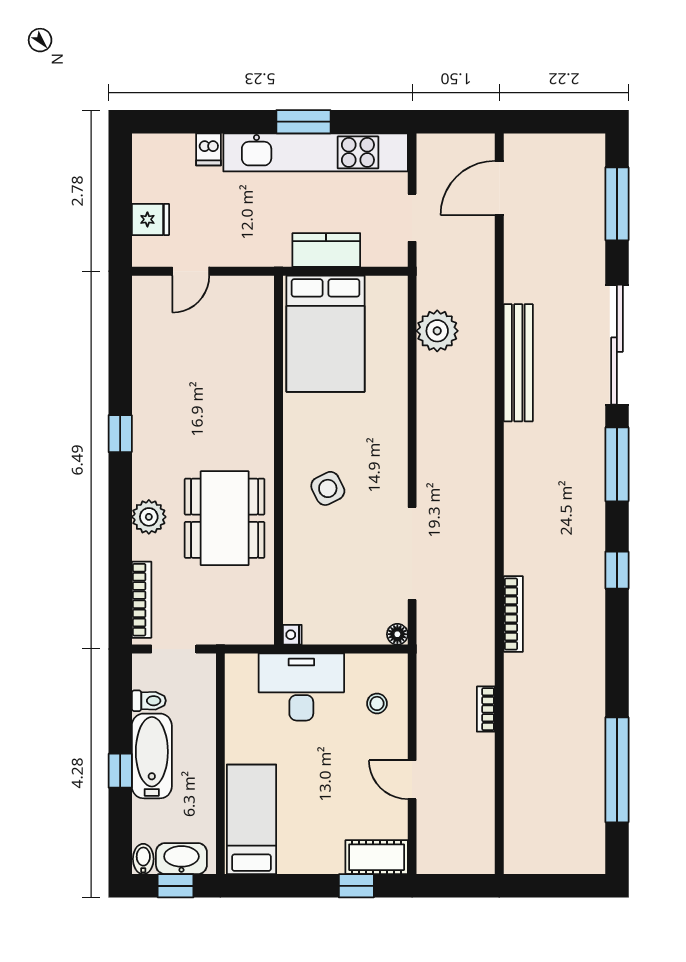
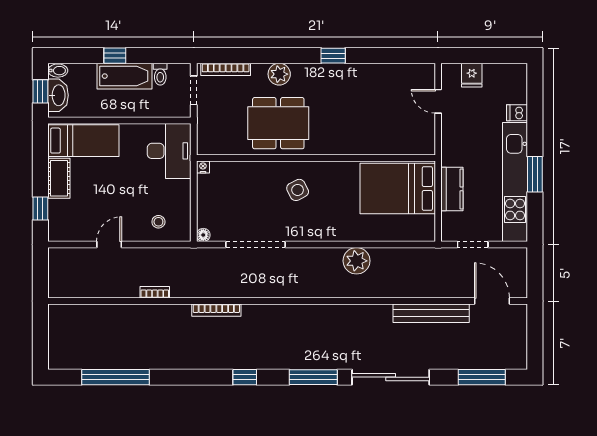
plant: (437, 331) -> (357, 261), moved
bench: (518, 363) -> (431, 313), moved
desk: (301, 687) -> (169, 151), moved
cot: (377, 857) -> (59, 178), moved

